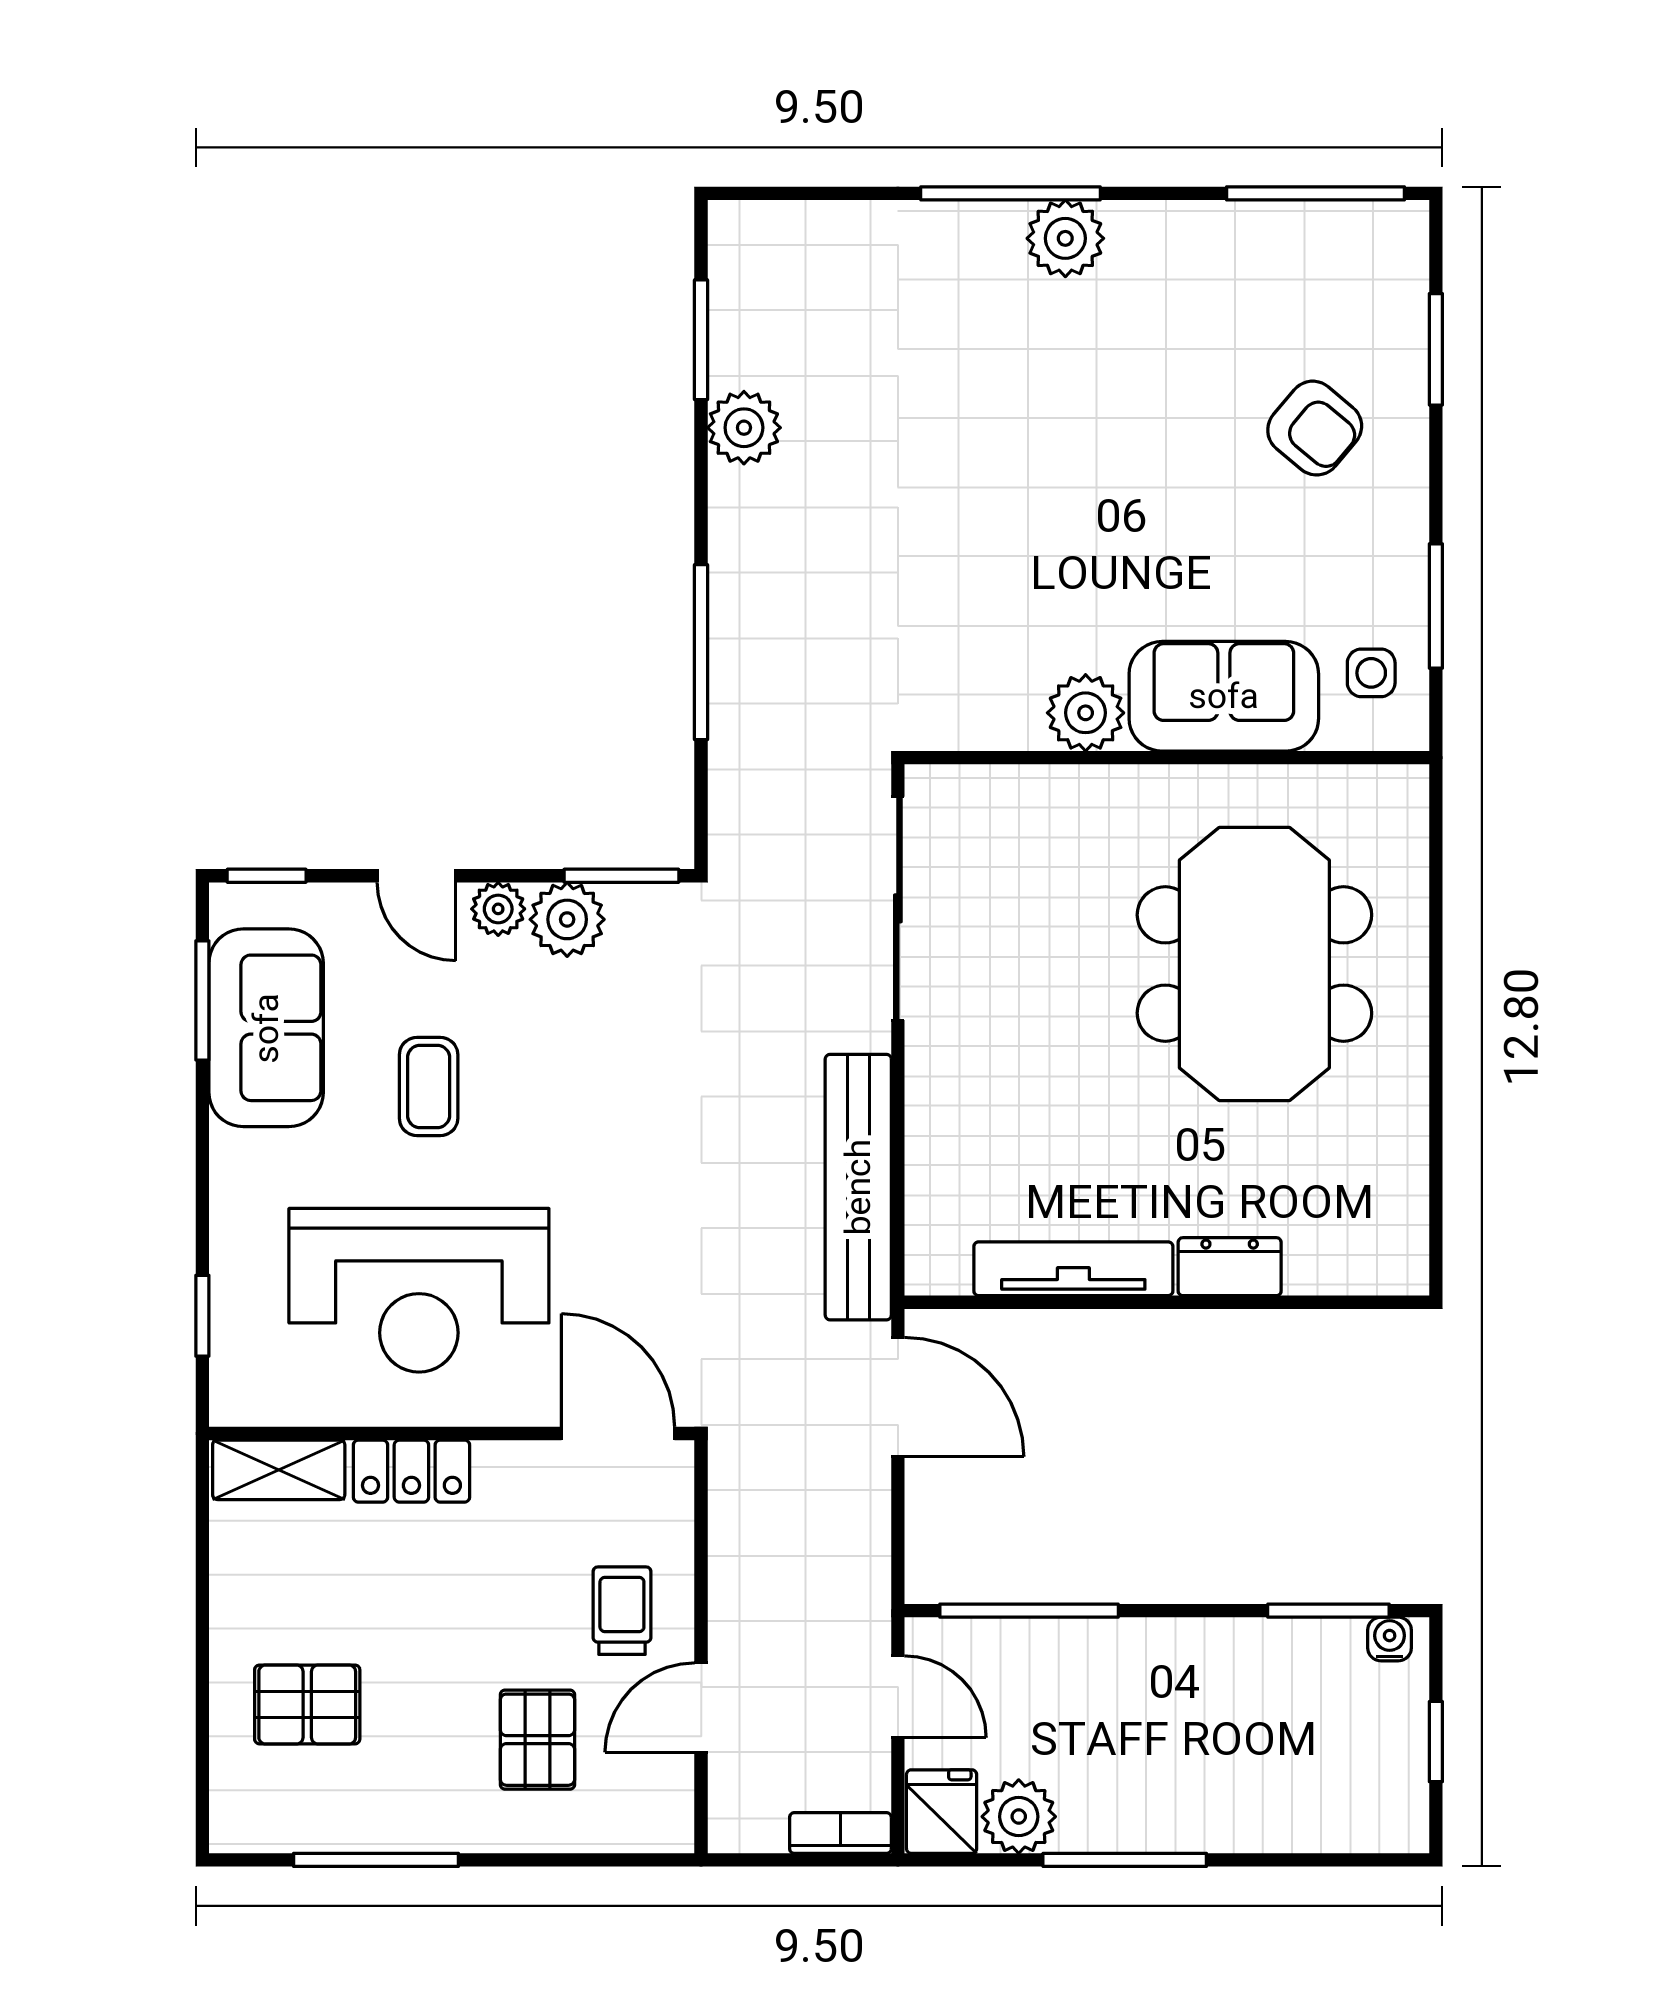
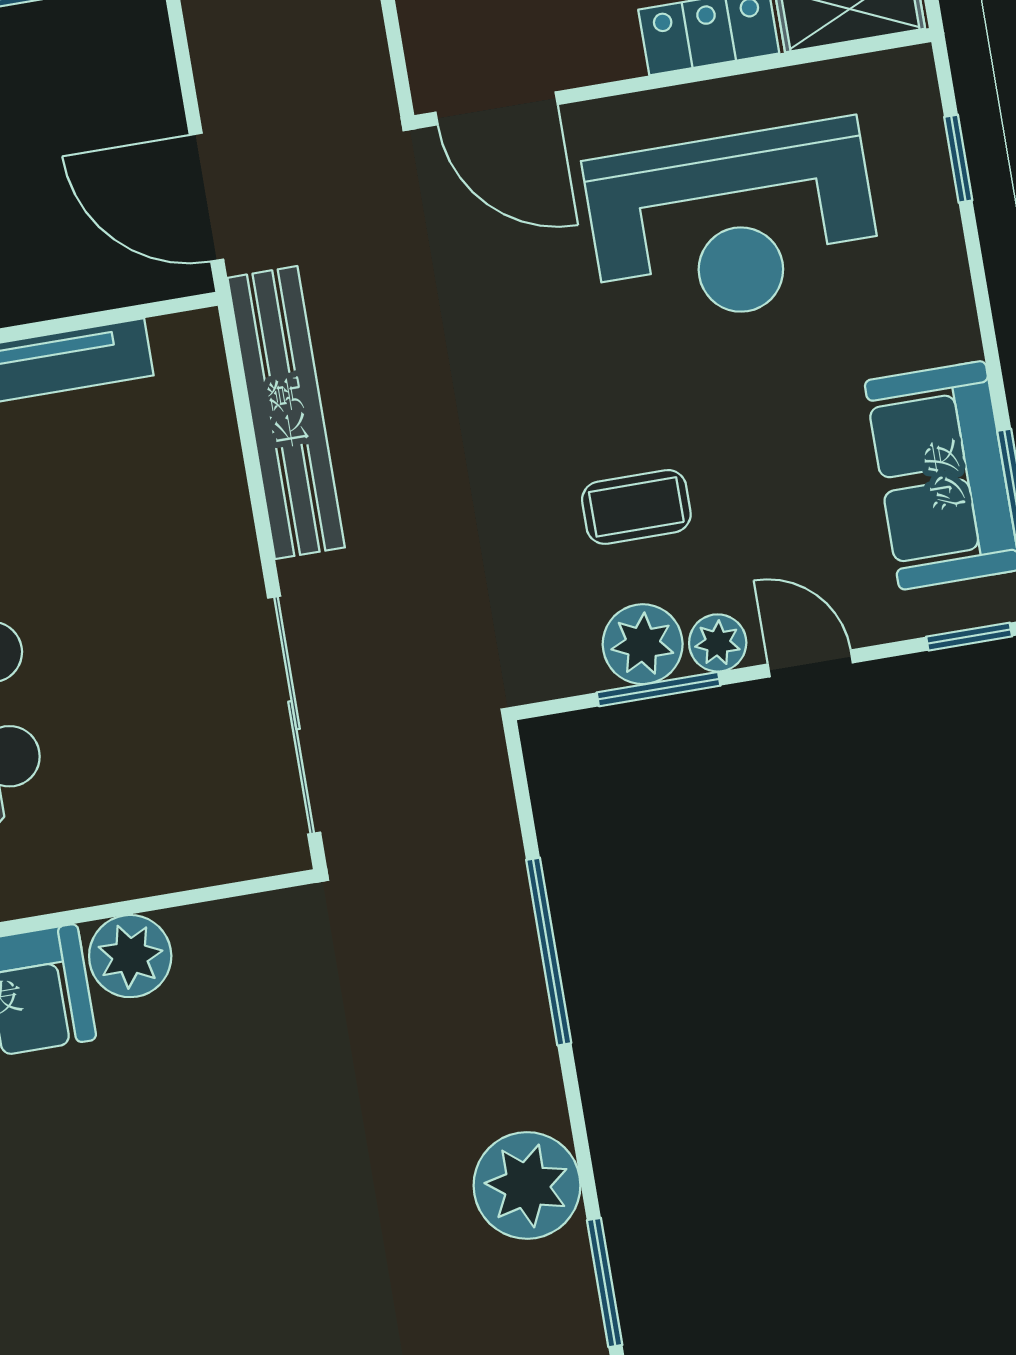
plant: (744, 428) -> (527, 1185), width x1.36, depth x1.36
window: (621, 876) -> (659, 689), moved
coffee table: (429, 1086) -> (636, 507), moved, turned 90
reception desk: (419, 1290) -> (733, 224), turned 180

